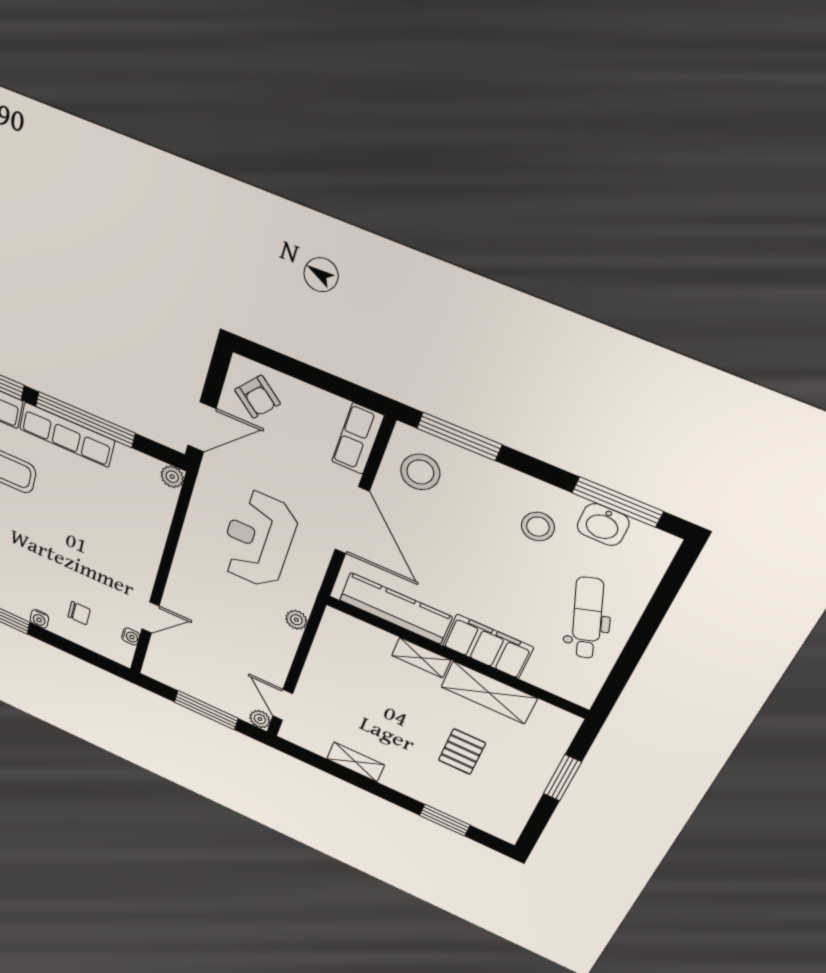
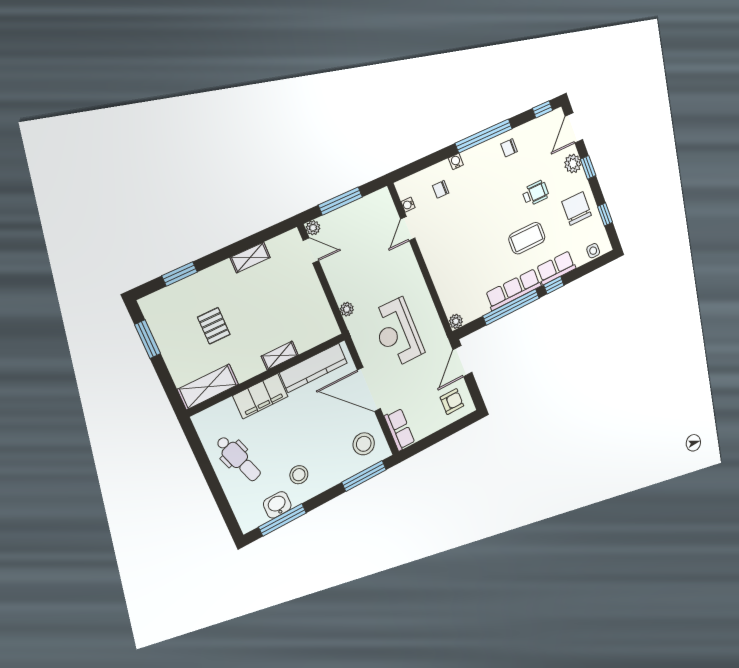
armchair: (257, 397) -> (452, 402), turned 141
reception desk: (258, 539) -> (397, 333), turned 180
shelving: (489, 693) -> (208, 387), moved
window: (562, 778) -> (147, 339), moved

